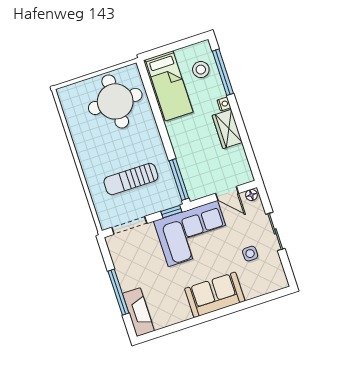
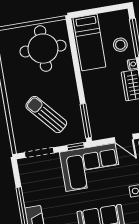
stool: (201, 70) -> (120, 45), moved
sun lounger: (131, 179) -> (46, 115), turned 49

